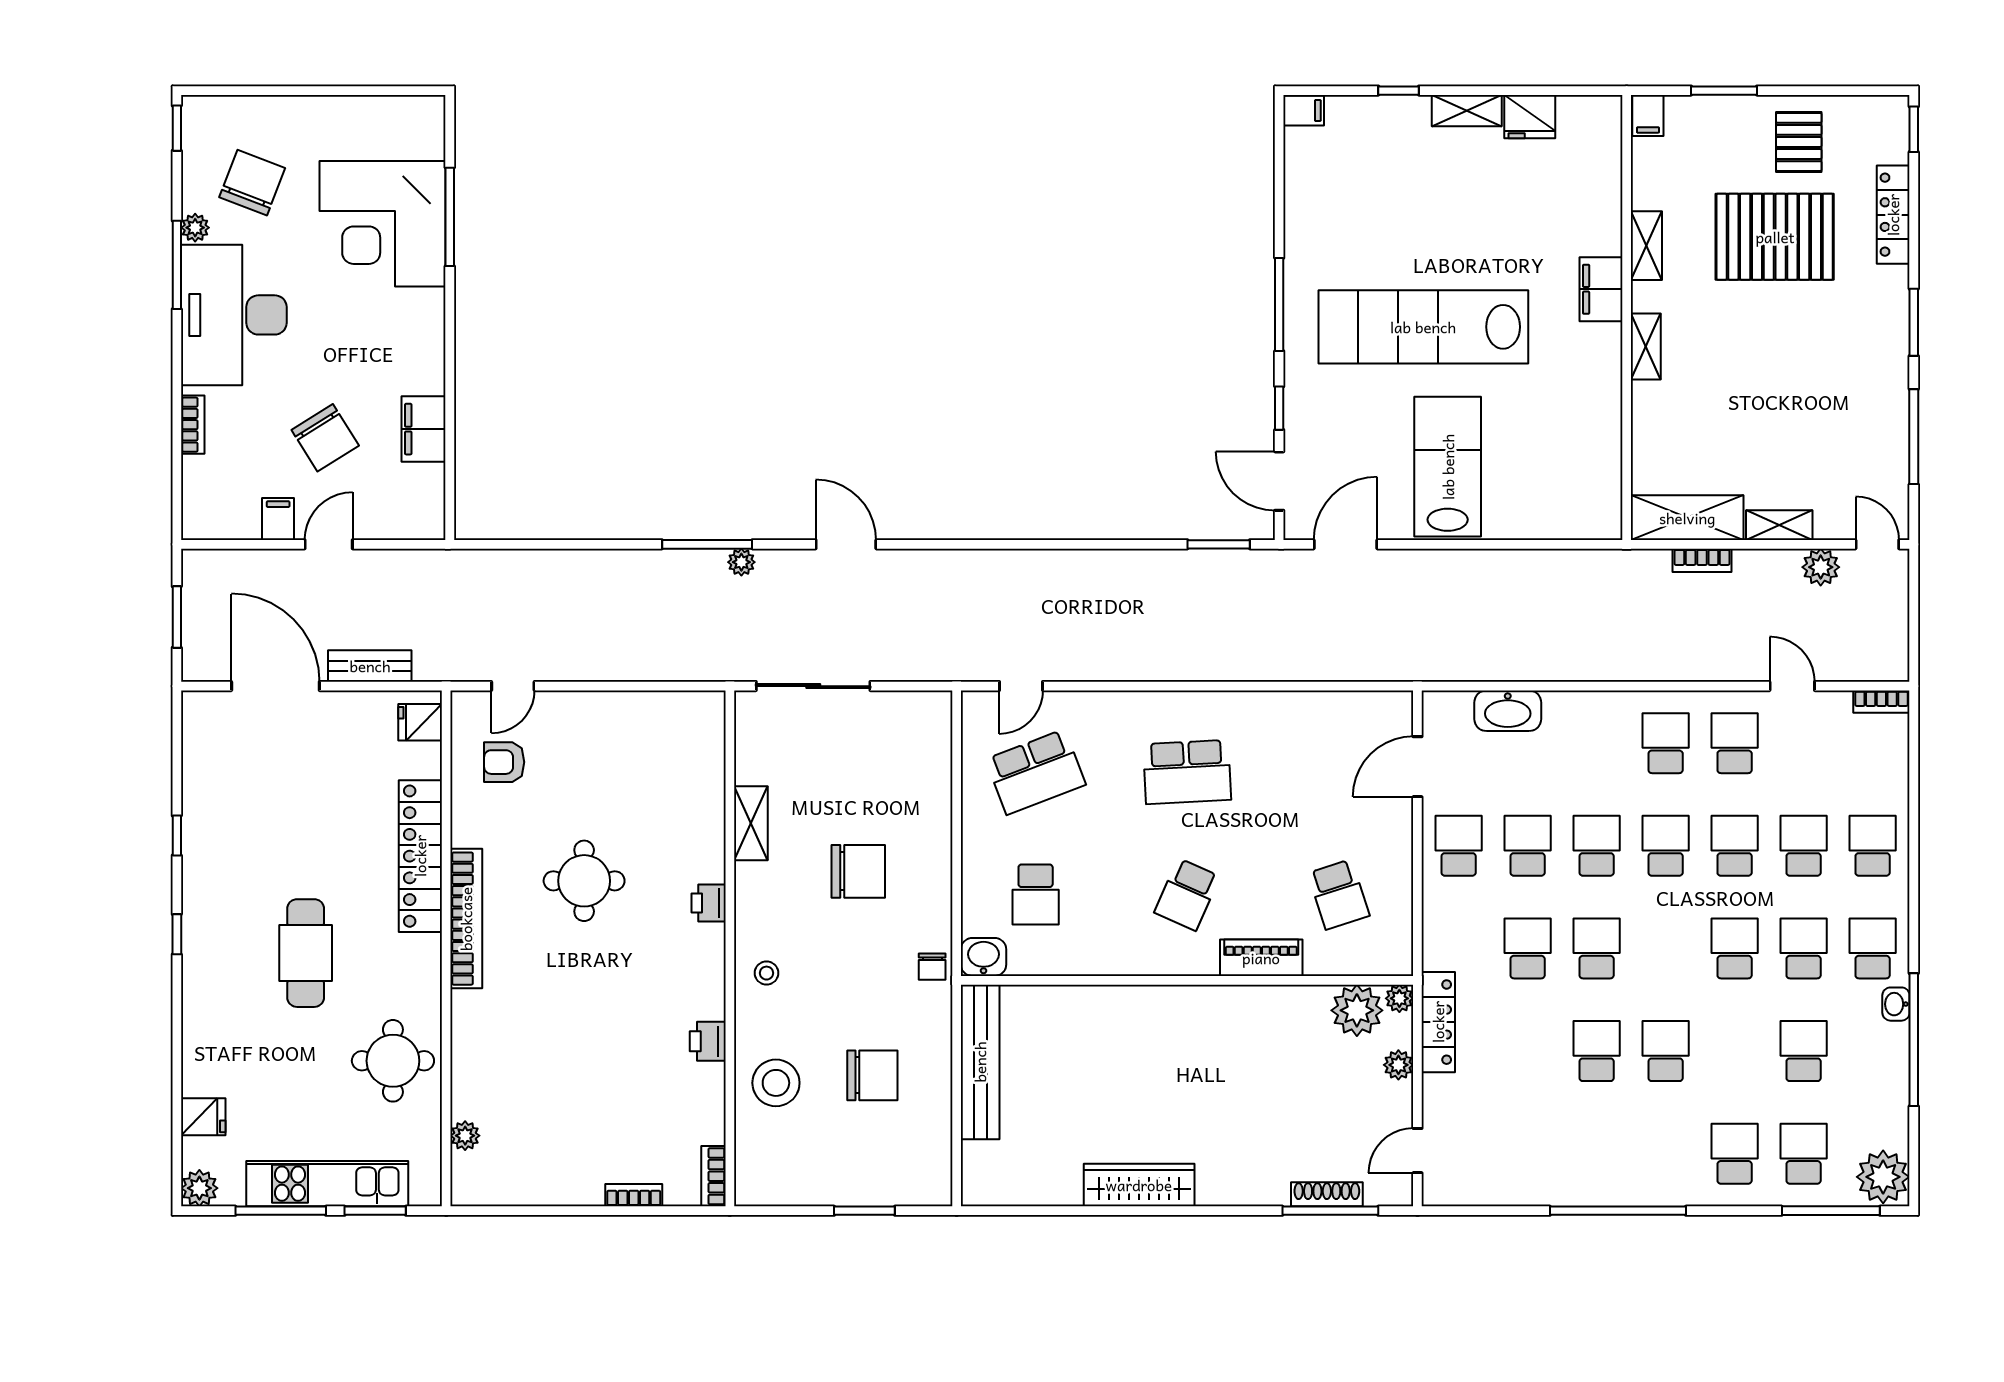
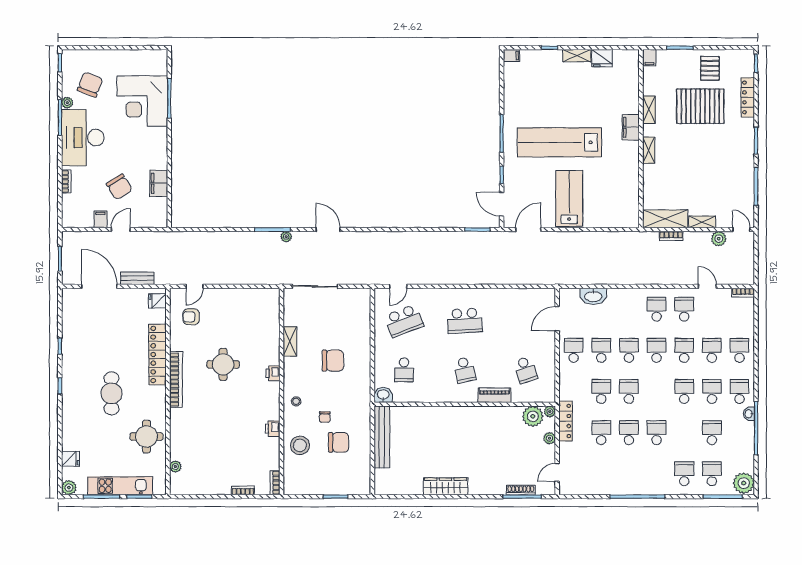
school desk: (1187, 894) -> (465, 370), turned -36
chair: (932, 967) -> (325, 417), moved
school desk: (1528, 1051) -> (601, 433), added

